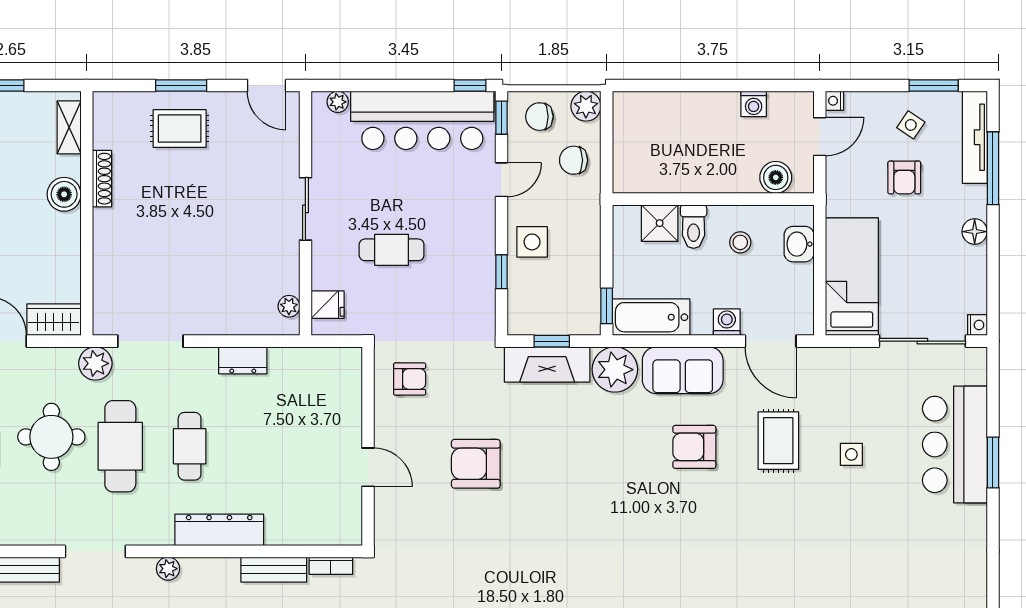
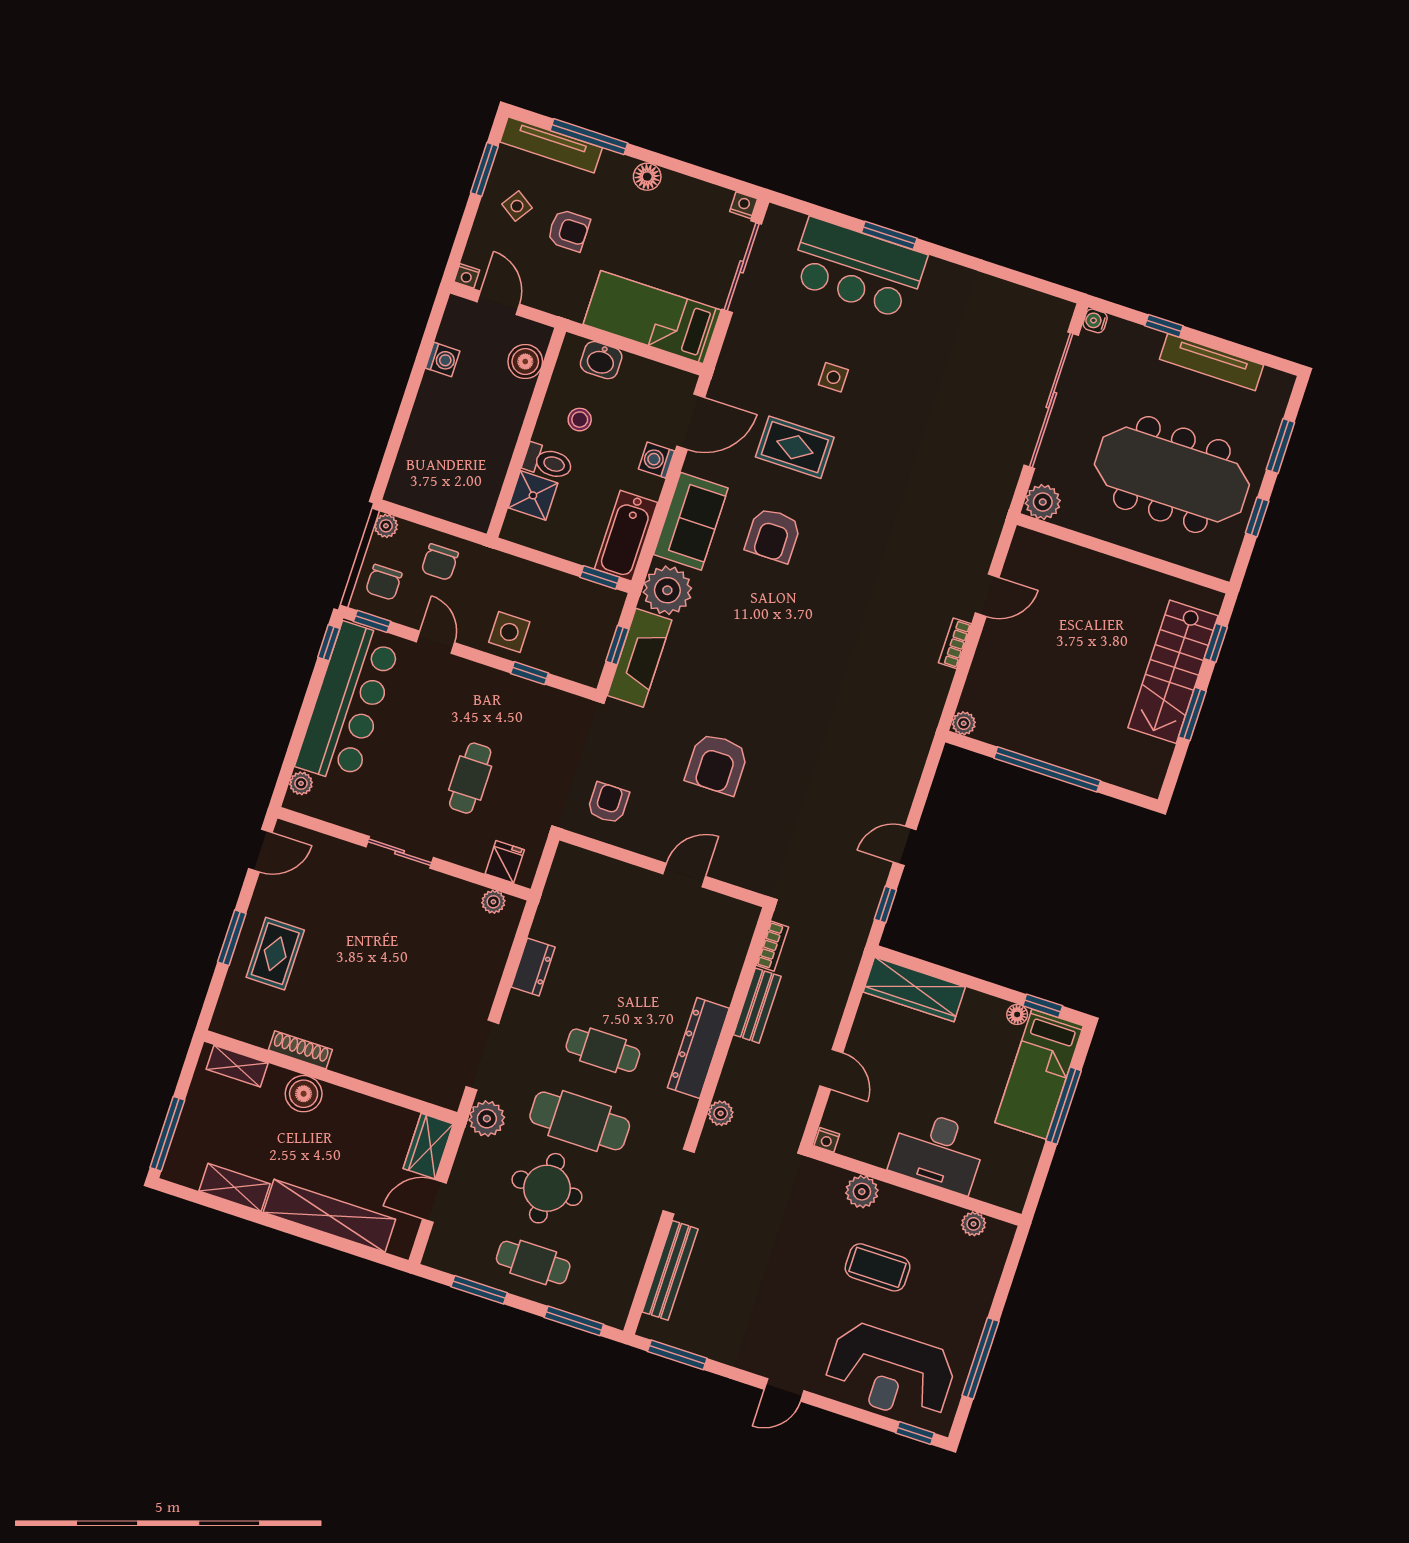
plant: (586, 106) -> (386, 526), width x0.73, depth x0.73

